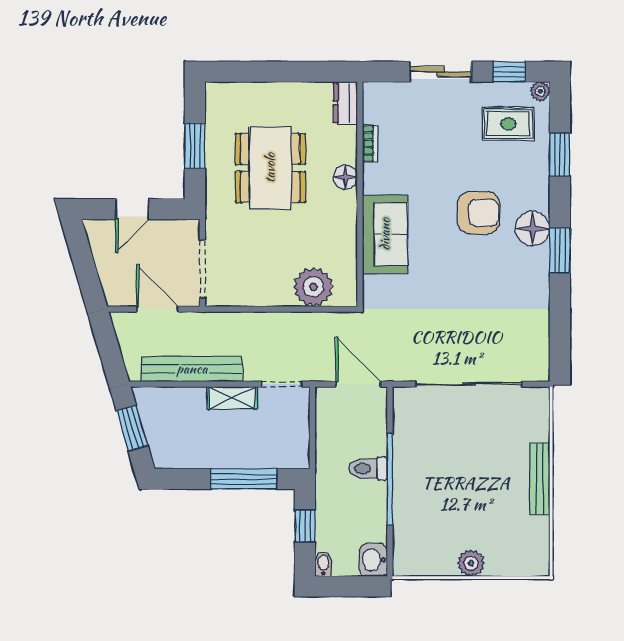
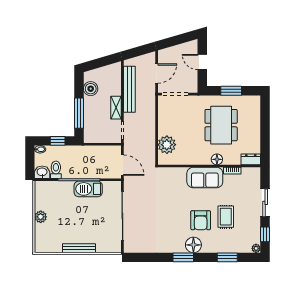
rug: (508, 124) -> (226, 217), moved
dining table: (270, 168) -> (221, 125), turned 90
sofa: (385, 234) -> (205, 178), moved
door: (358, 384) -> (122, 165), hinge flipped
window: (132, 428) -> (102, 62), removed
boiler: (191, 454) -> (91, 89), added
barbecue: (410, 459) -> (88, 189), added
toilet: (368, 469) -> (56, 170), moved

